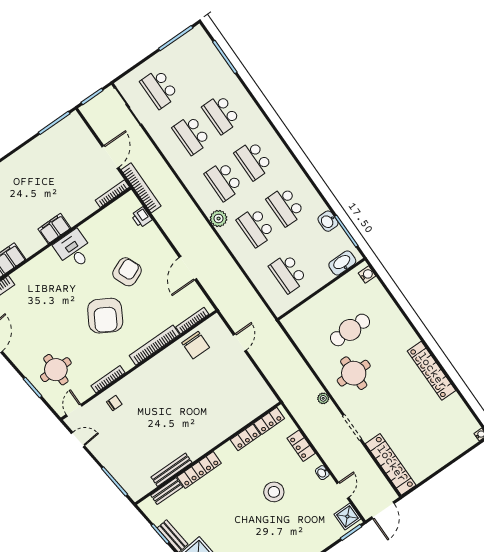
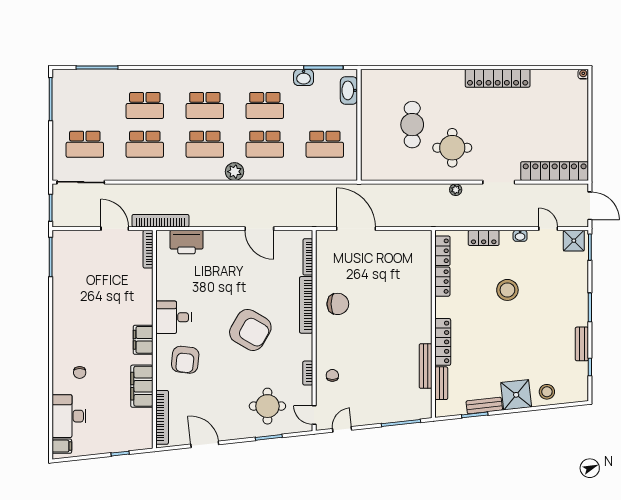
printer: (142, 217) -> (187, 242), width x1.87, depth x1.48
filing cabinet: (54, 229) -> (143, 340), moved
armchair: (127, 272) -> (185, 360), moved, turned -151
water cooler: (367, 275) -> (374, 76), removed
door: (240, 343) -> (356, 229), width x1.87
chair: (196, 345) -> (338, 304), moved
bookcase: (108, 379) -> (308, 373), width x0.64

